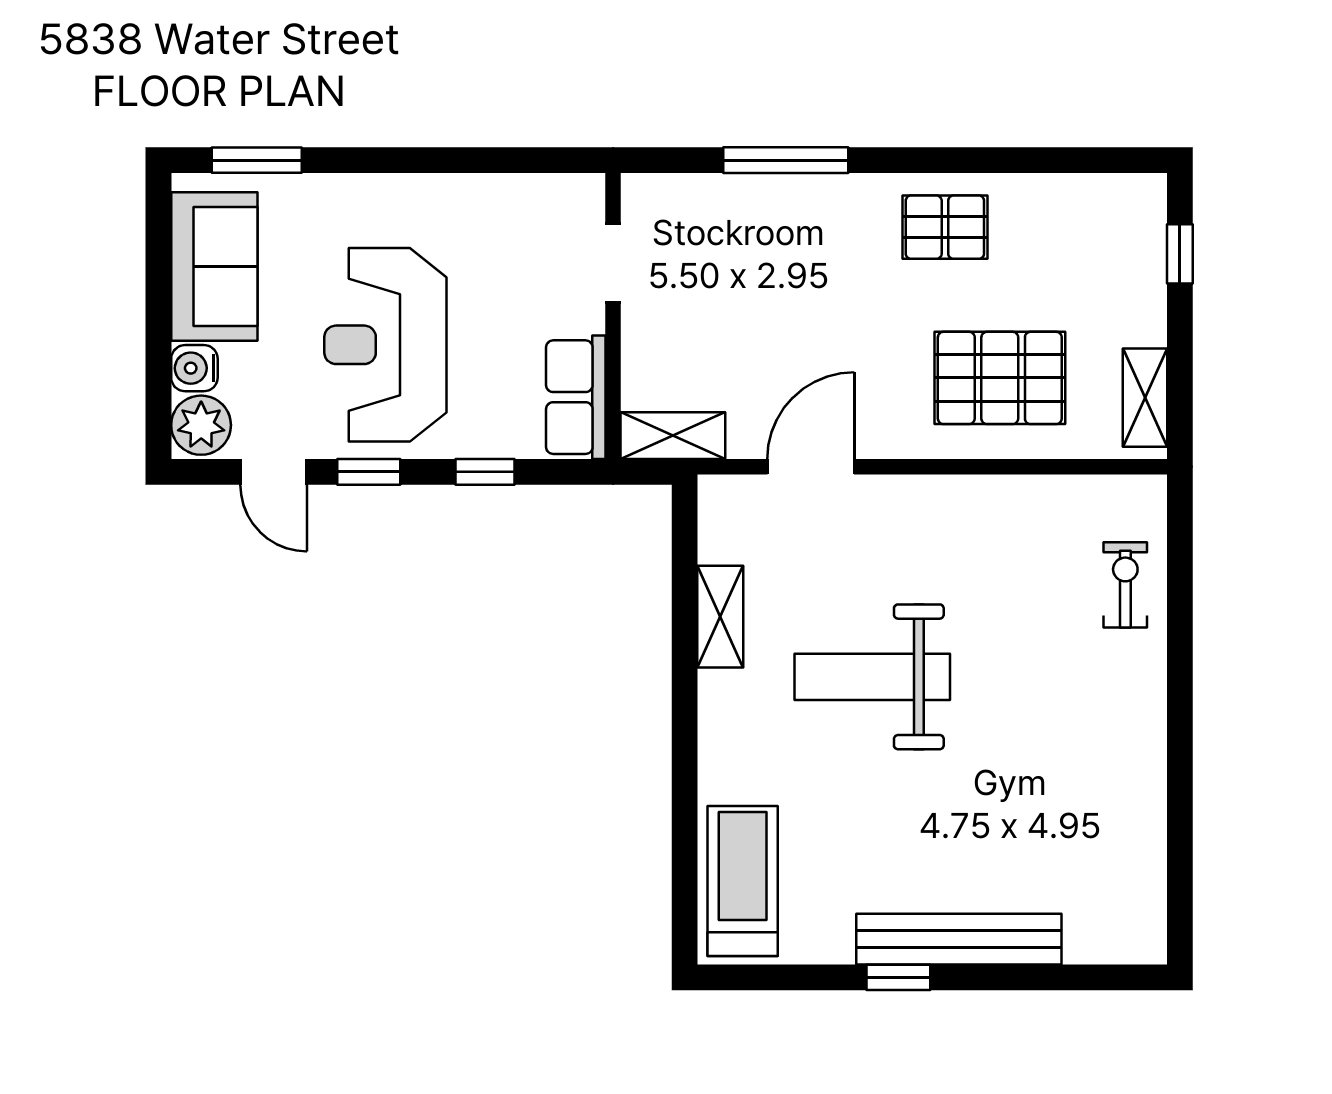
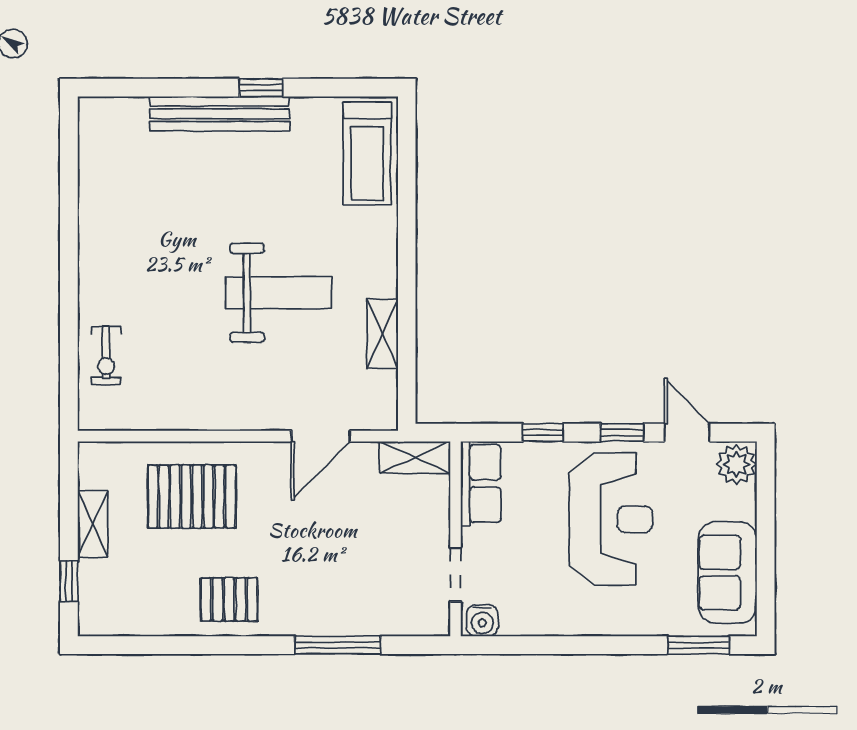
water cooler: (194, 368) -> (482, 621), moved, turned 90
shelving: (1145, 398) -> (93, 524), moved

